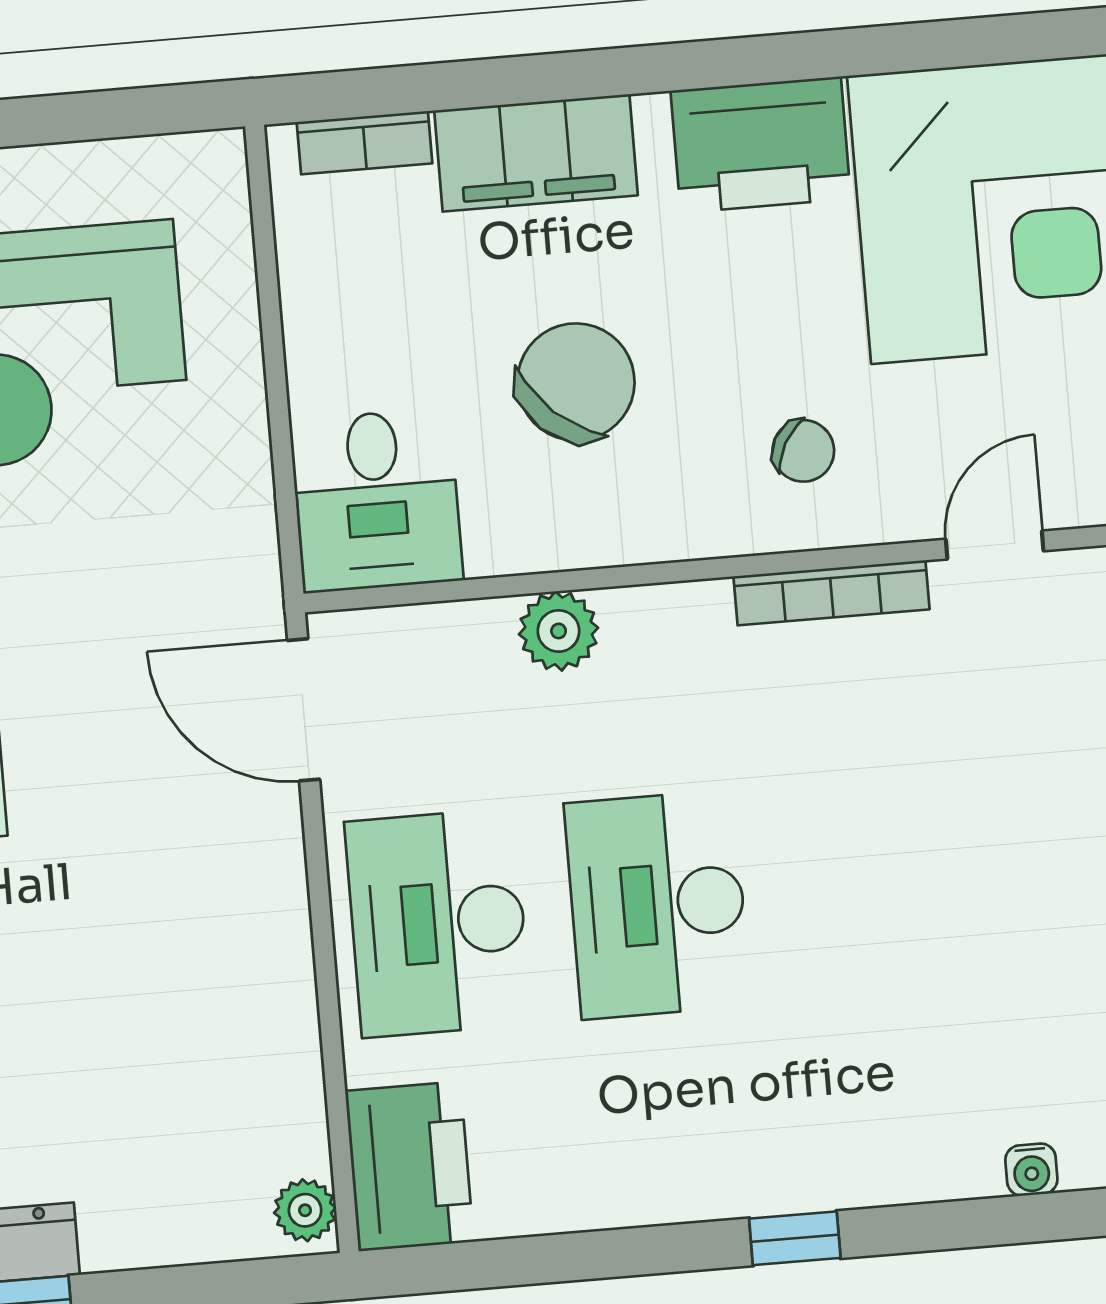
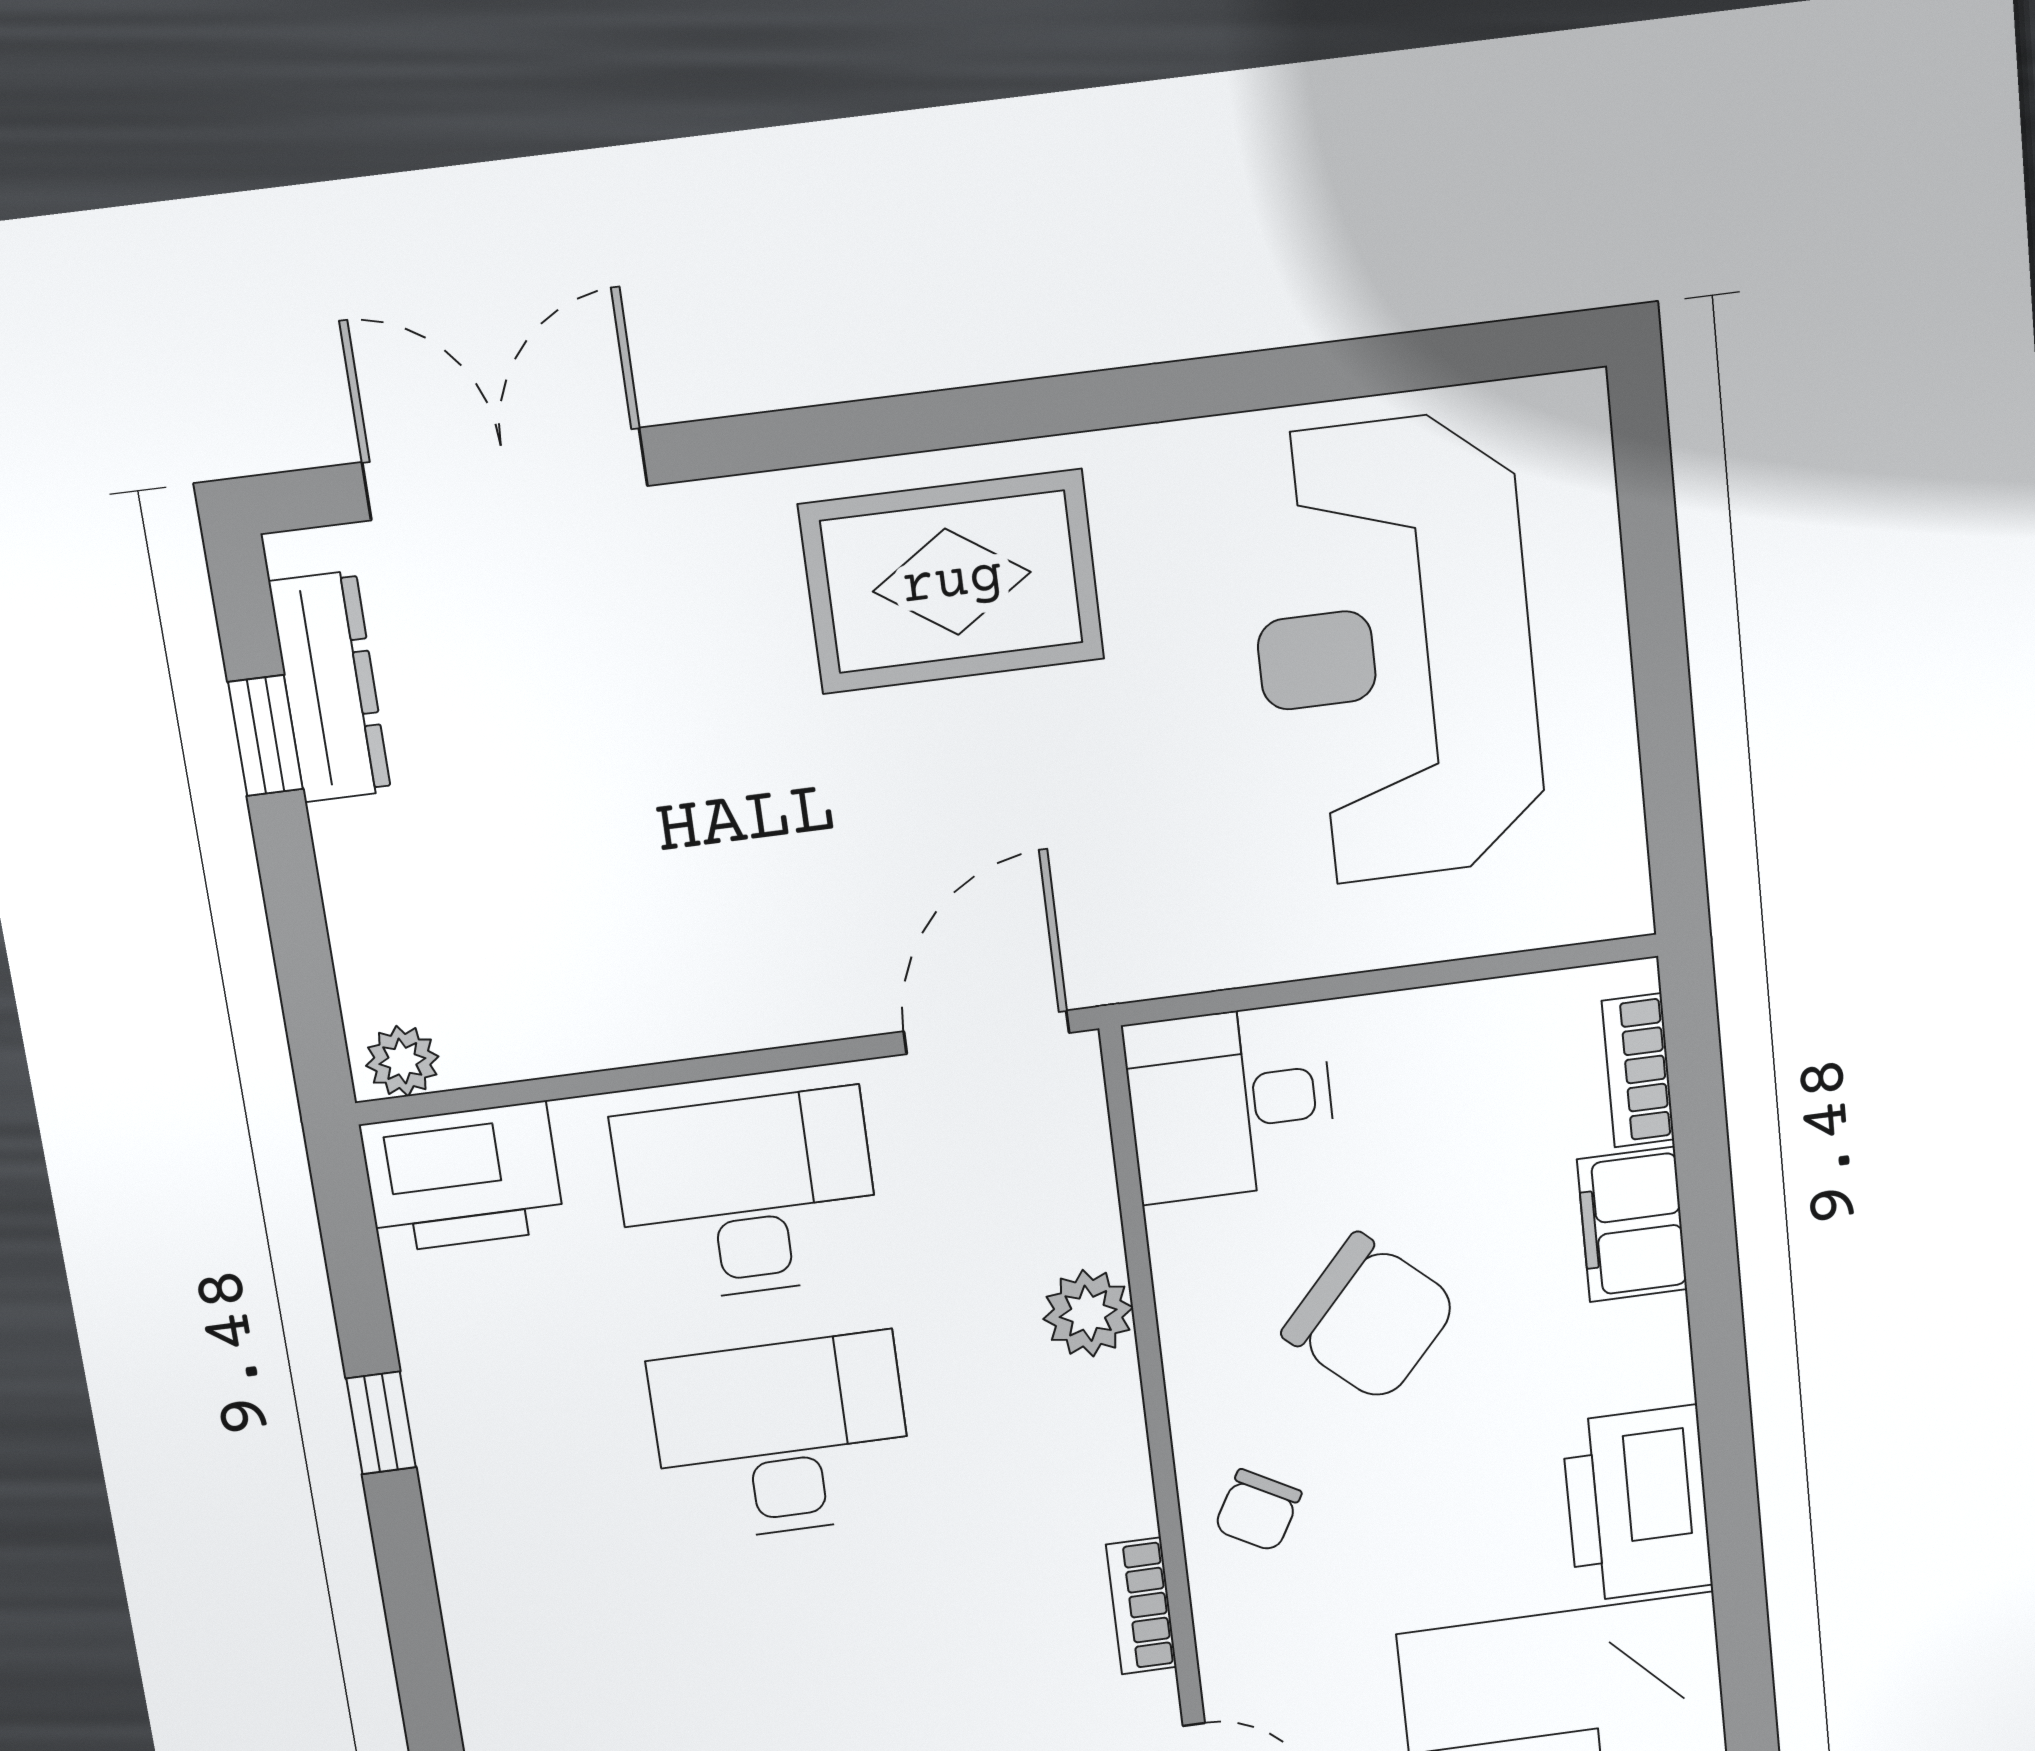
filing cabinet: (536, 153) -> (1632, 1225), width x0.67, depth x0.86
chair: (803, 451) -> (1258, 1511), moved
bookcase: (831, 593) -> (1141, 1606), width x0.64
window: (795, 1238) -> (381, 1423), moved

